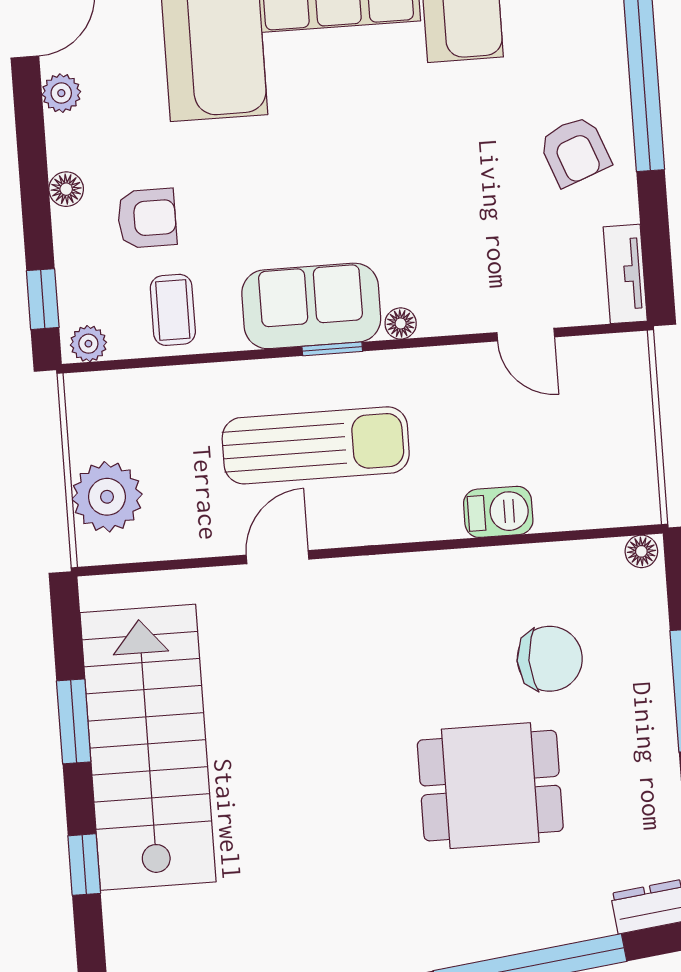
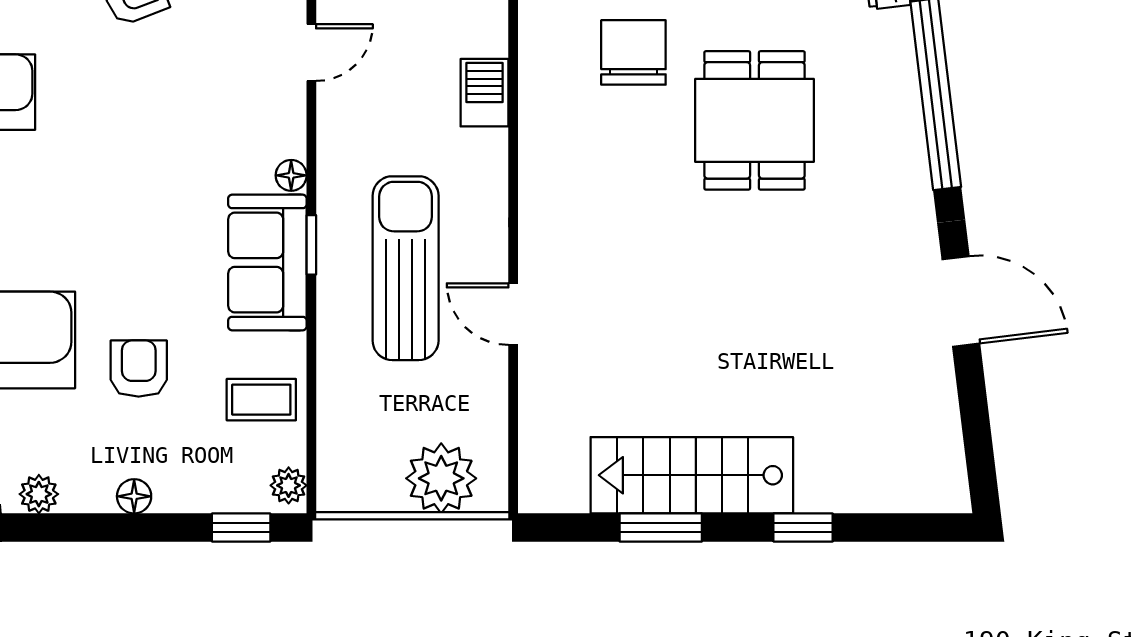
armchair: (147, 218) -> (139, 369), moved
stairs: (148, 747) -> (692, 475), width x0.73, depth x0.66

